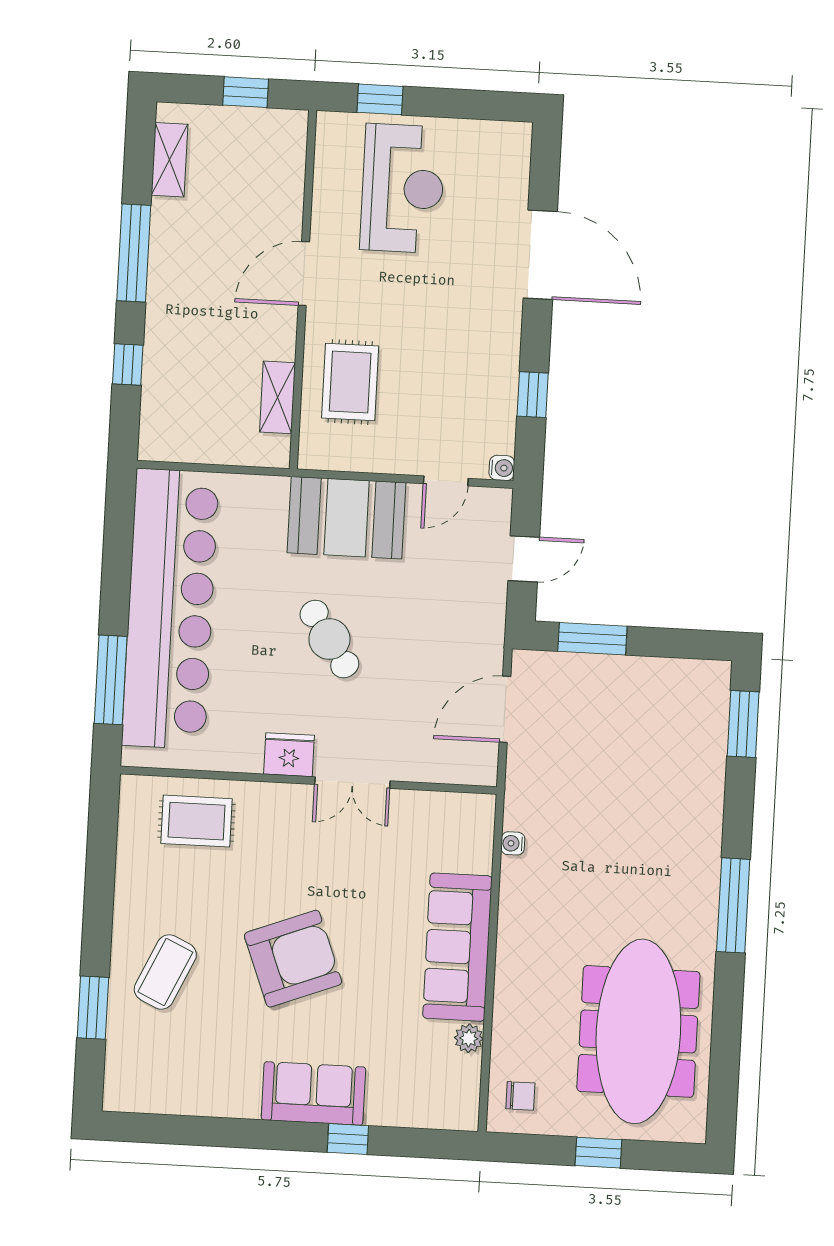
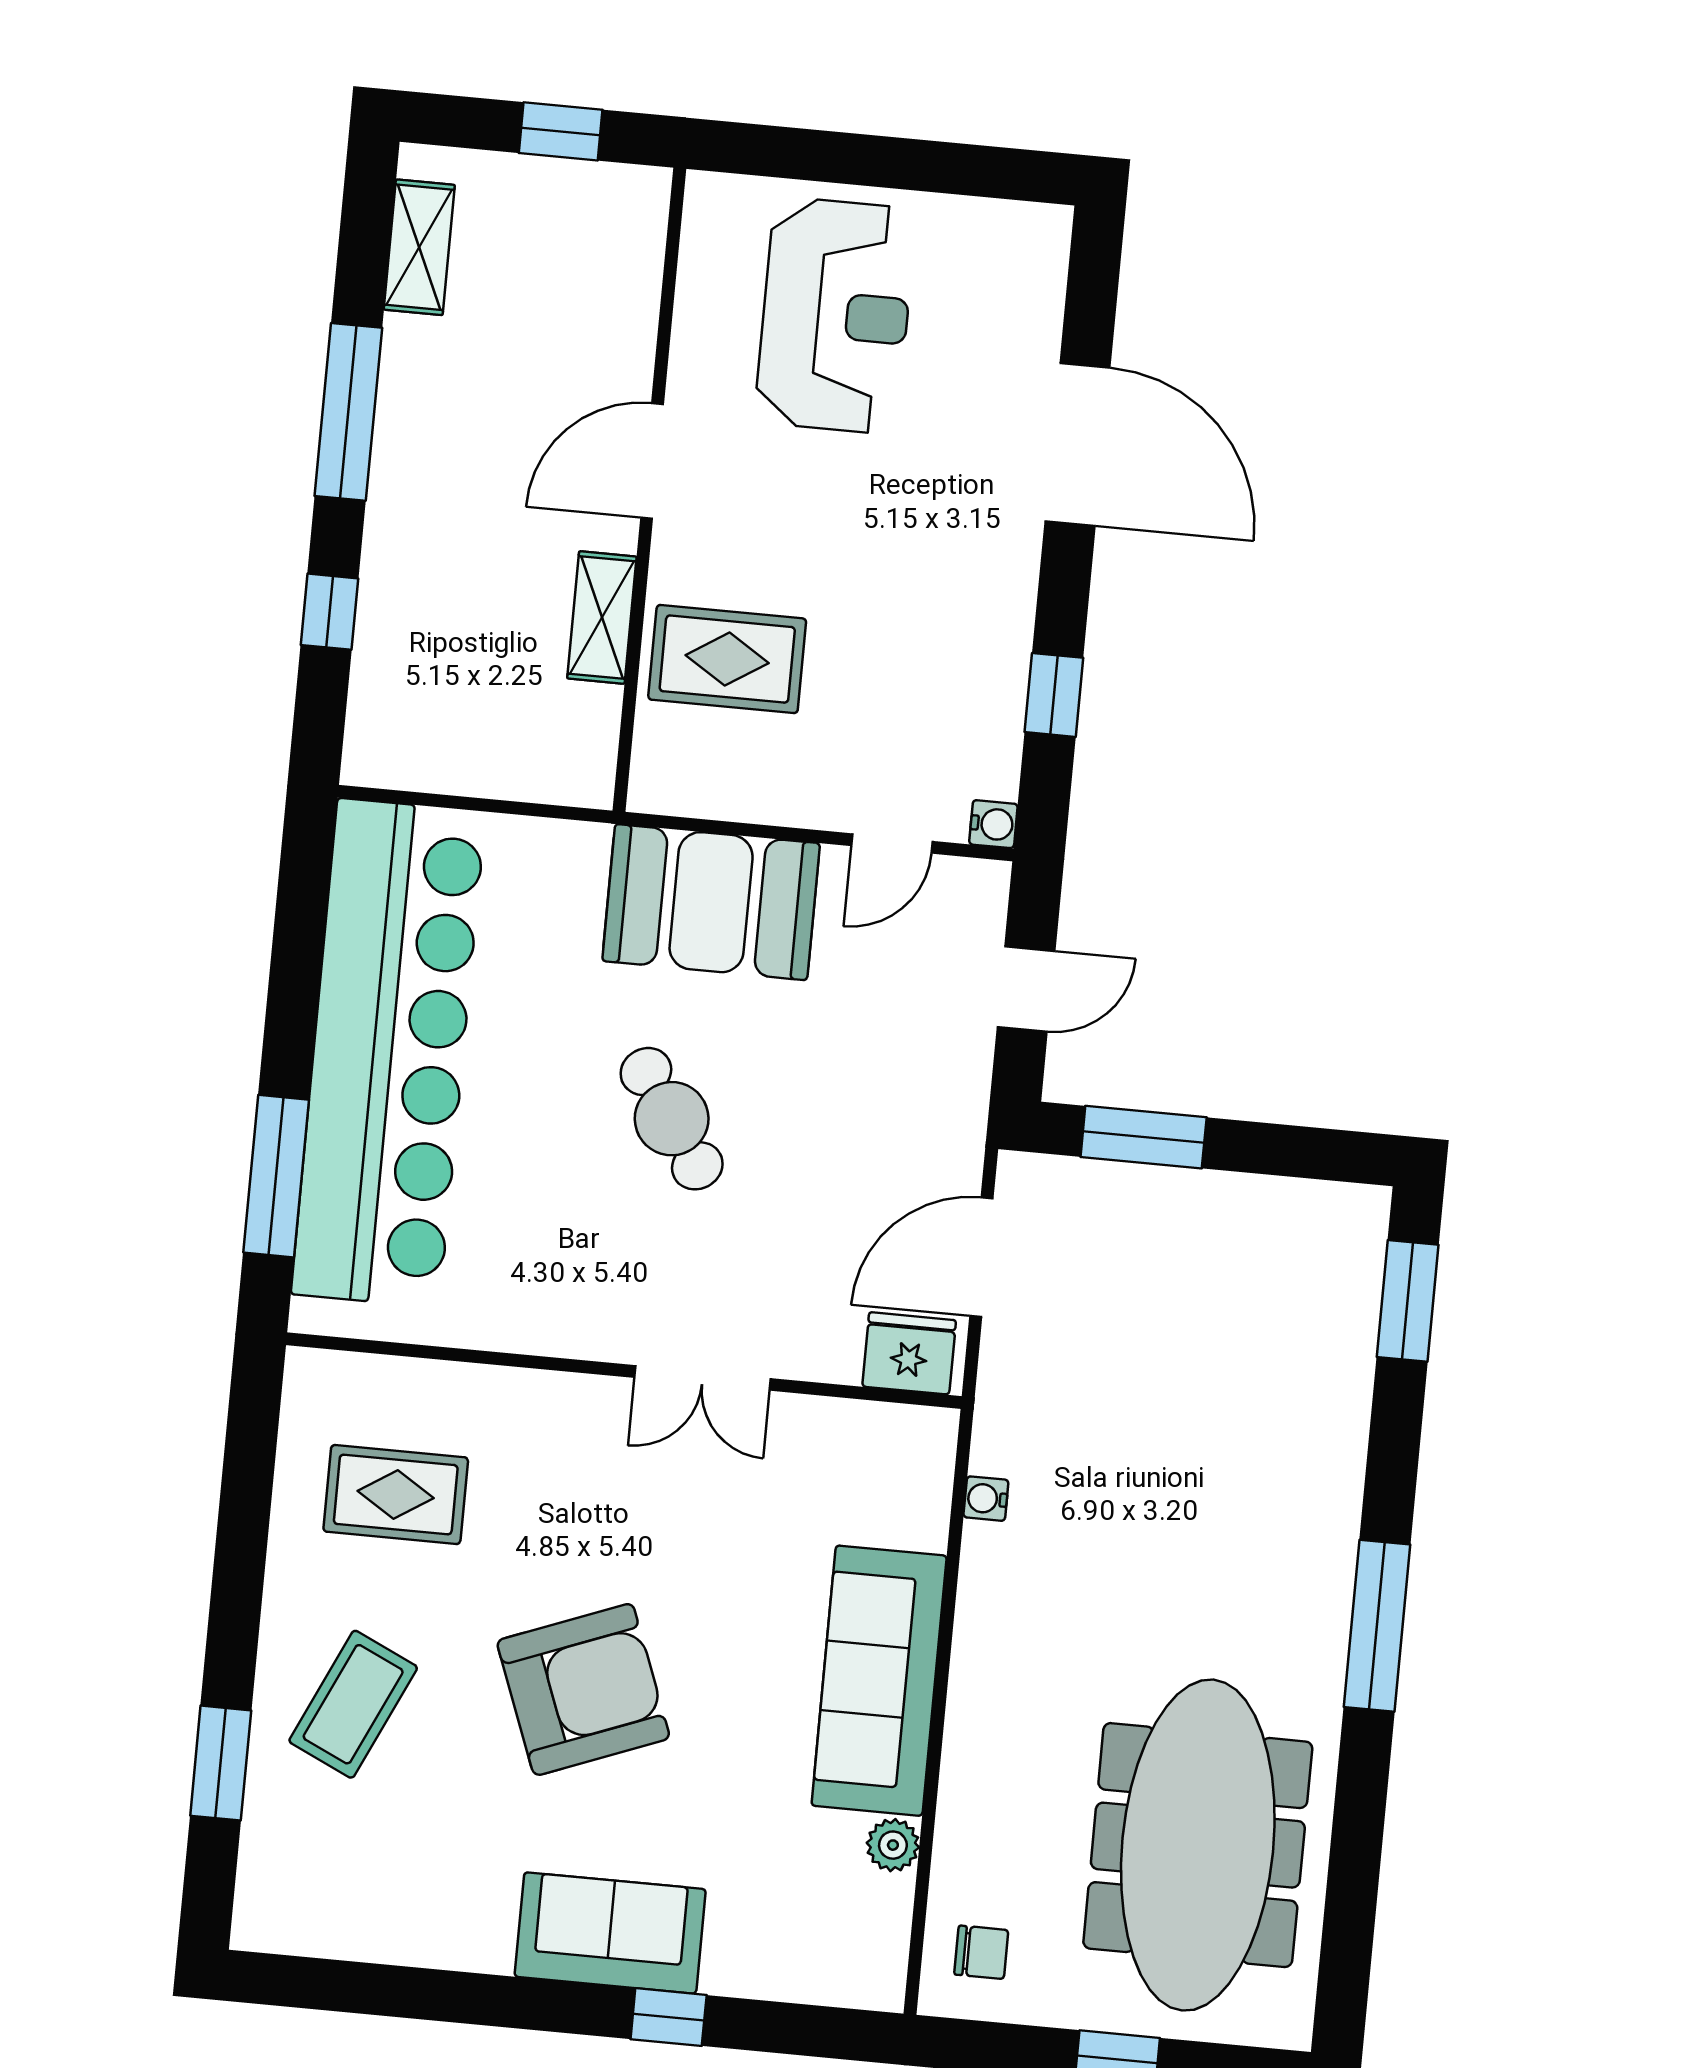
window: (380, 99) -> (801, 154), removed
rug: (350, 382) -> (727, 659), turned 90
shelving: (277, 397) -> (602, 617), moved
fridge: (289, 755) -> (909, 1353), moved
rug: (197, 821) -> (396, 1495), moved

